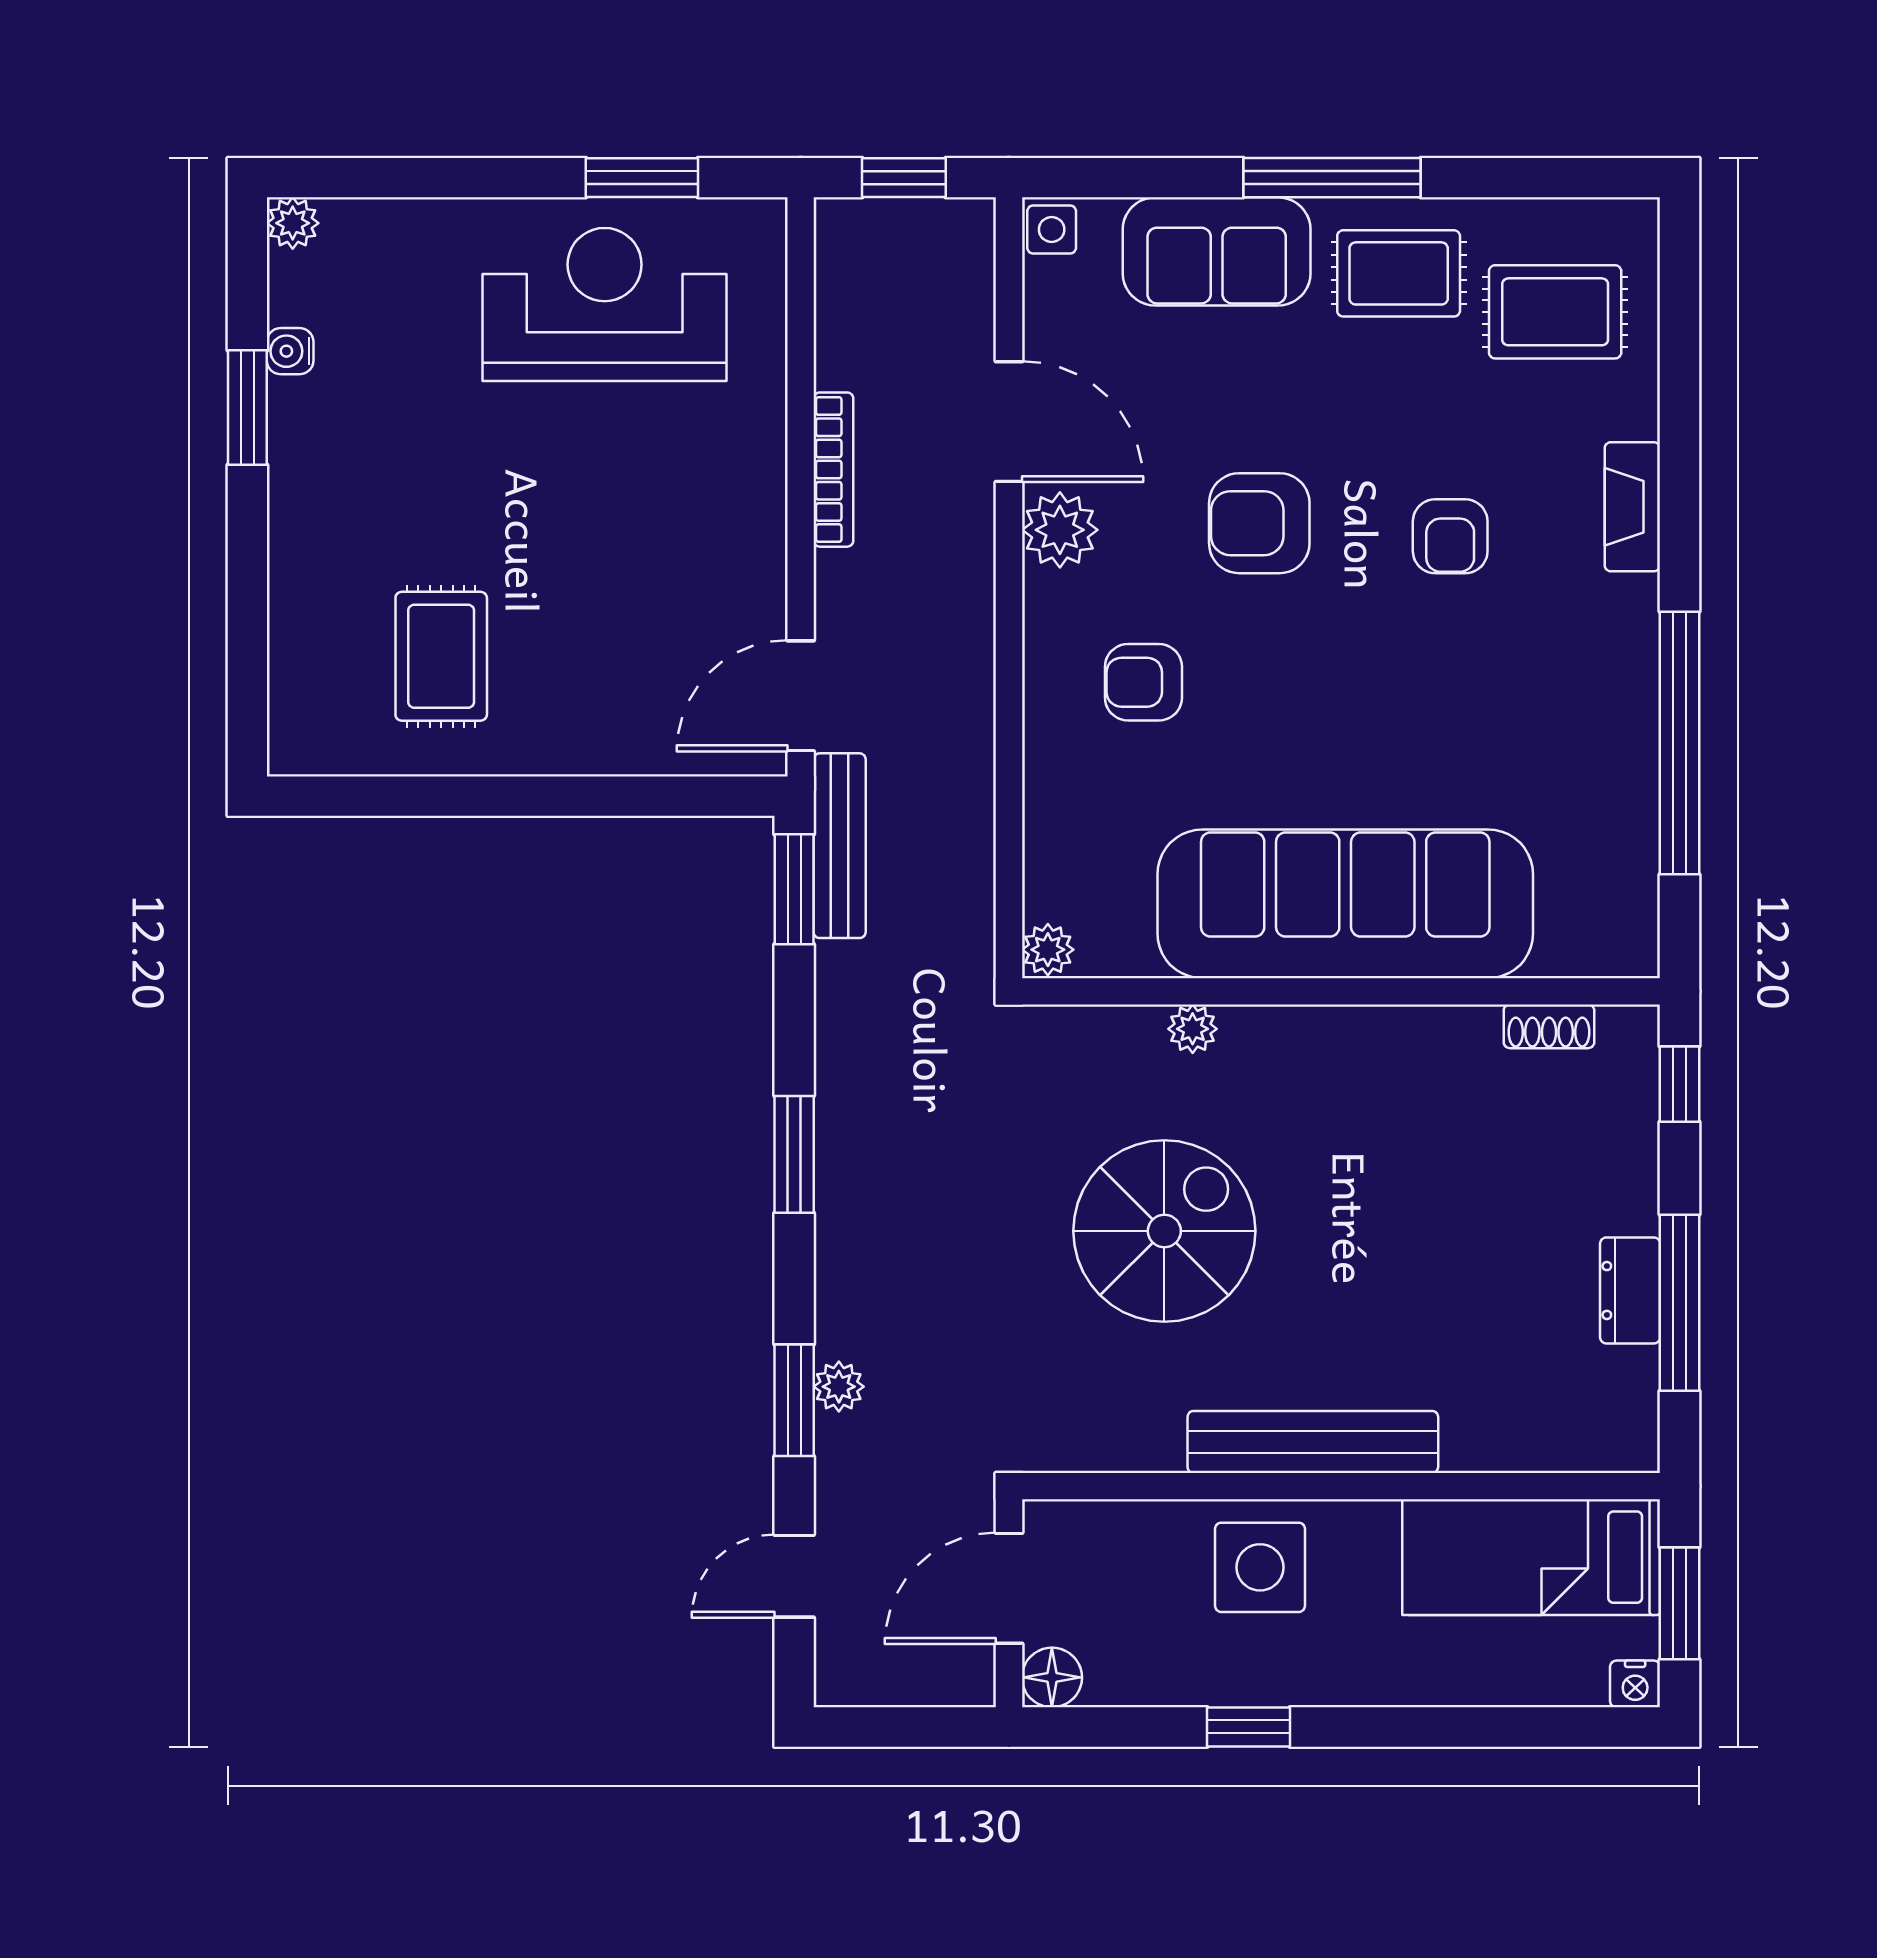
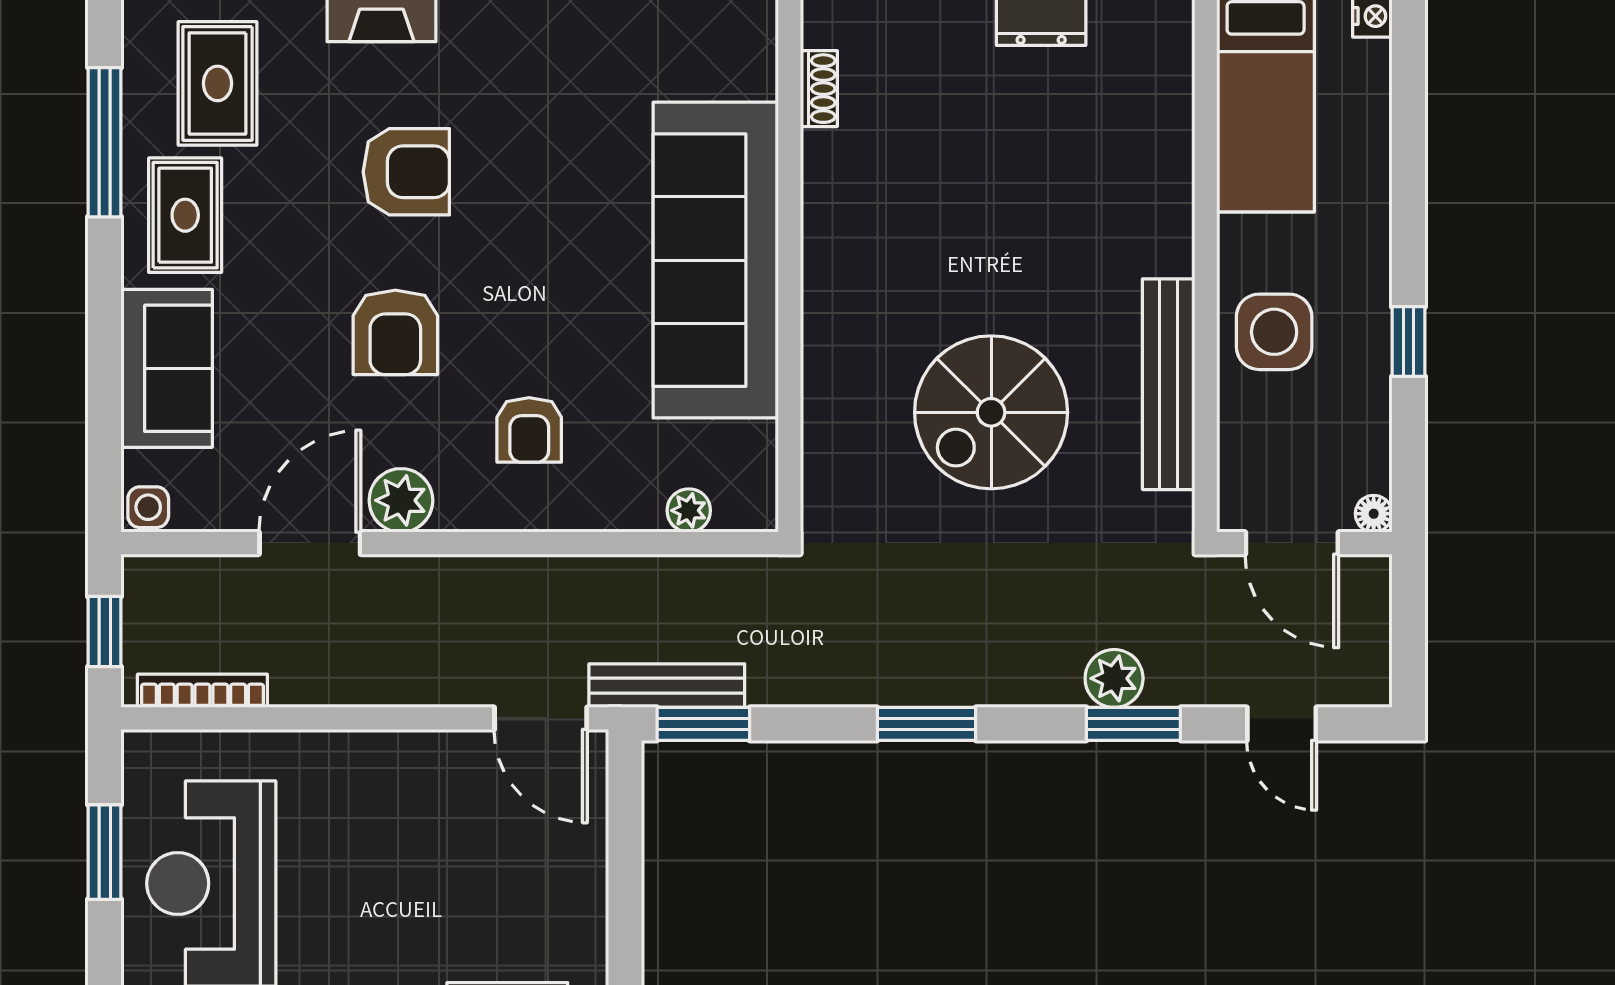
window: (1332, 178) -> (105, 142), moved
bookcase: (833, 470) -> (202, 691), moved
armchair: (1450, 536) -> (406, 172), width x1.38, depth x1.38
plant: (1048, 950) -> (689, 510), moved
plant: (1193, 1029) -> (821, 389), removed
spiral stairs: (1164, 1231) -> (991, 412), turned -90
plant: (839, 1387) -> (1114, 678), width x1.38, depth x1.38
bench: (1313, 1442) -> (1169, 384), moved
floor lamp: (1052, 1677) -> (1374, 514), width x0.73, depth x0.73

